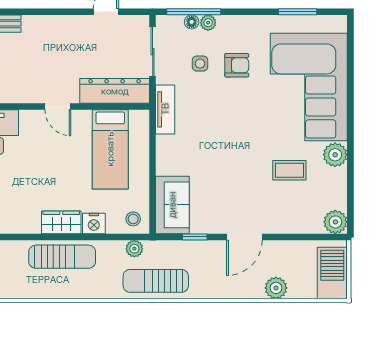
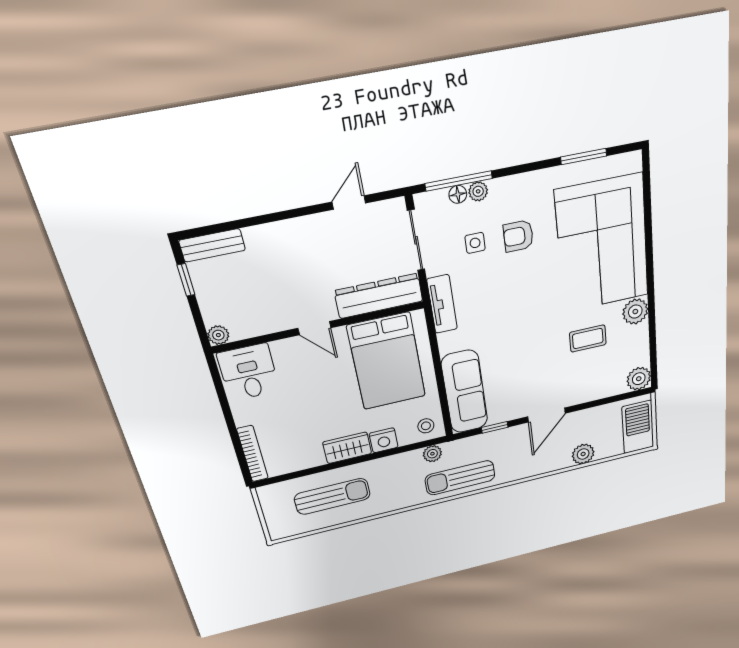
armchair: (237, 65) -> (518, 236), turned 180
bed: (110, 149) -> (387, 361), width x1.50
sofa: (172, 205) -> (465, 392), width x1.36
sun lounger: (62, 257) -> (332, 496), moved

